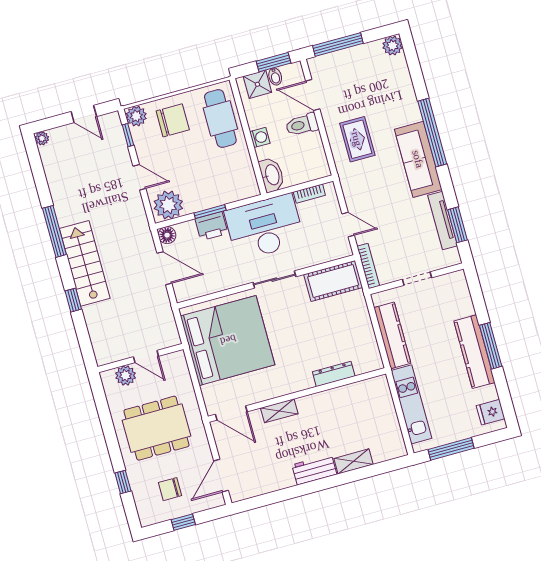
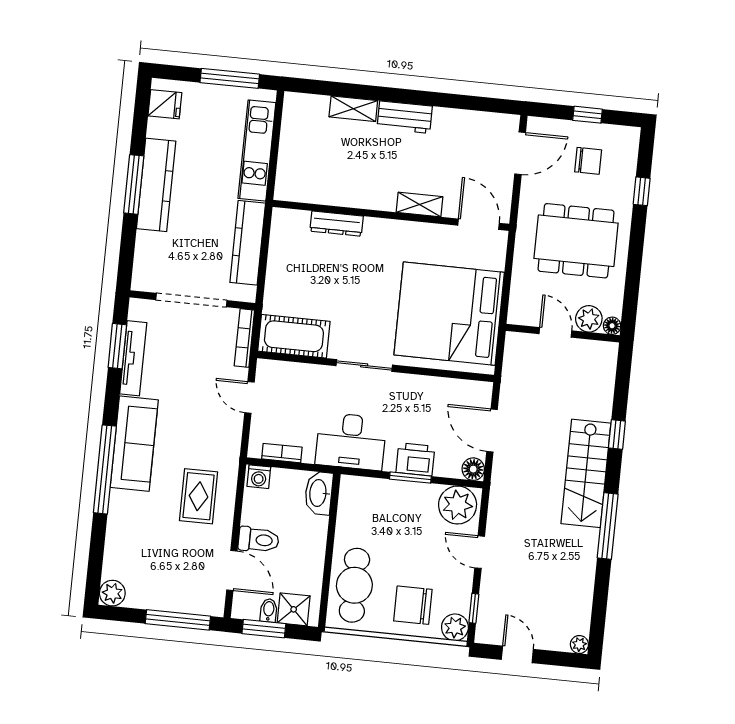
washing machine: (260, 137) -> (259, 477), moved, turned -90
desk: (264, 227) -> (351, 441), width x0.73, depth x0.77
doorway: (417, 279) -> (191, 300), width x1.88
floor lamp: (107, 377) -> (612, 326), added

